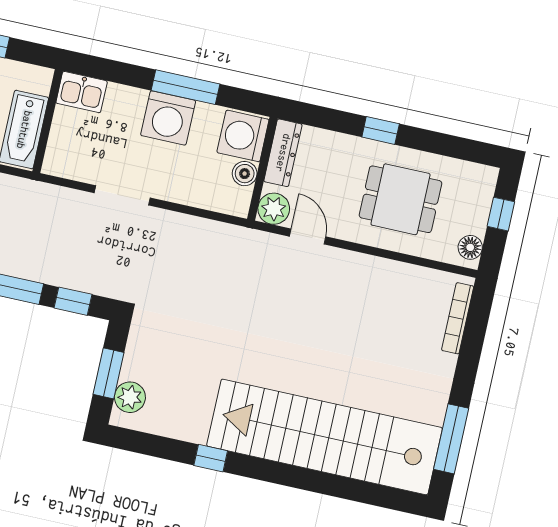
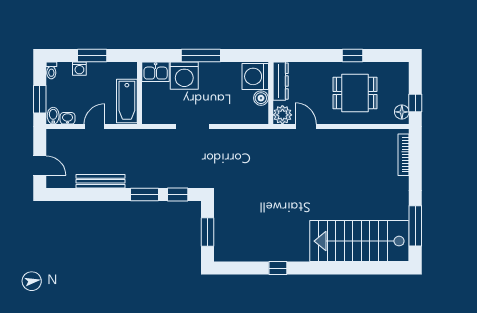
window: (186, 87) -> (201, 55), moved
washing machine: (168, 118) -> (184, 76), moved
window: (381, 130) -> (352, 55), moved
window: (501, 214) -> (415, 103), moved
plant: (130, 397) -> (223, 243), removed
stairs: (325, 437) -> (359, 241), width x0.73

